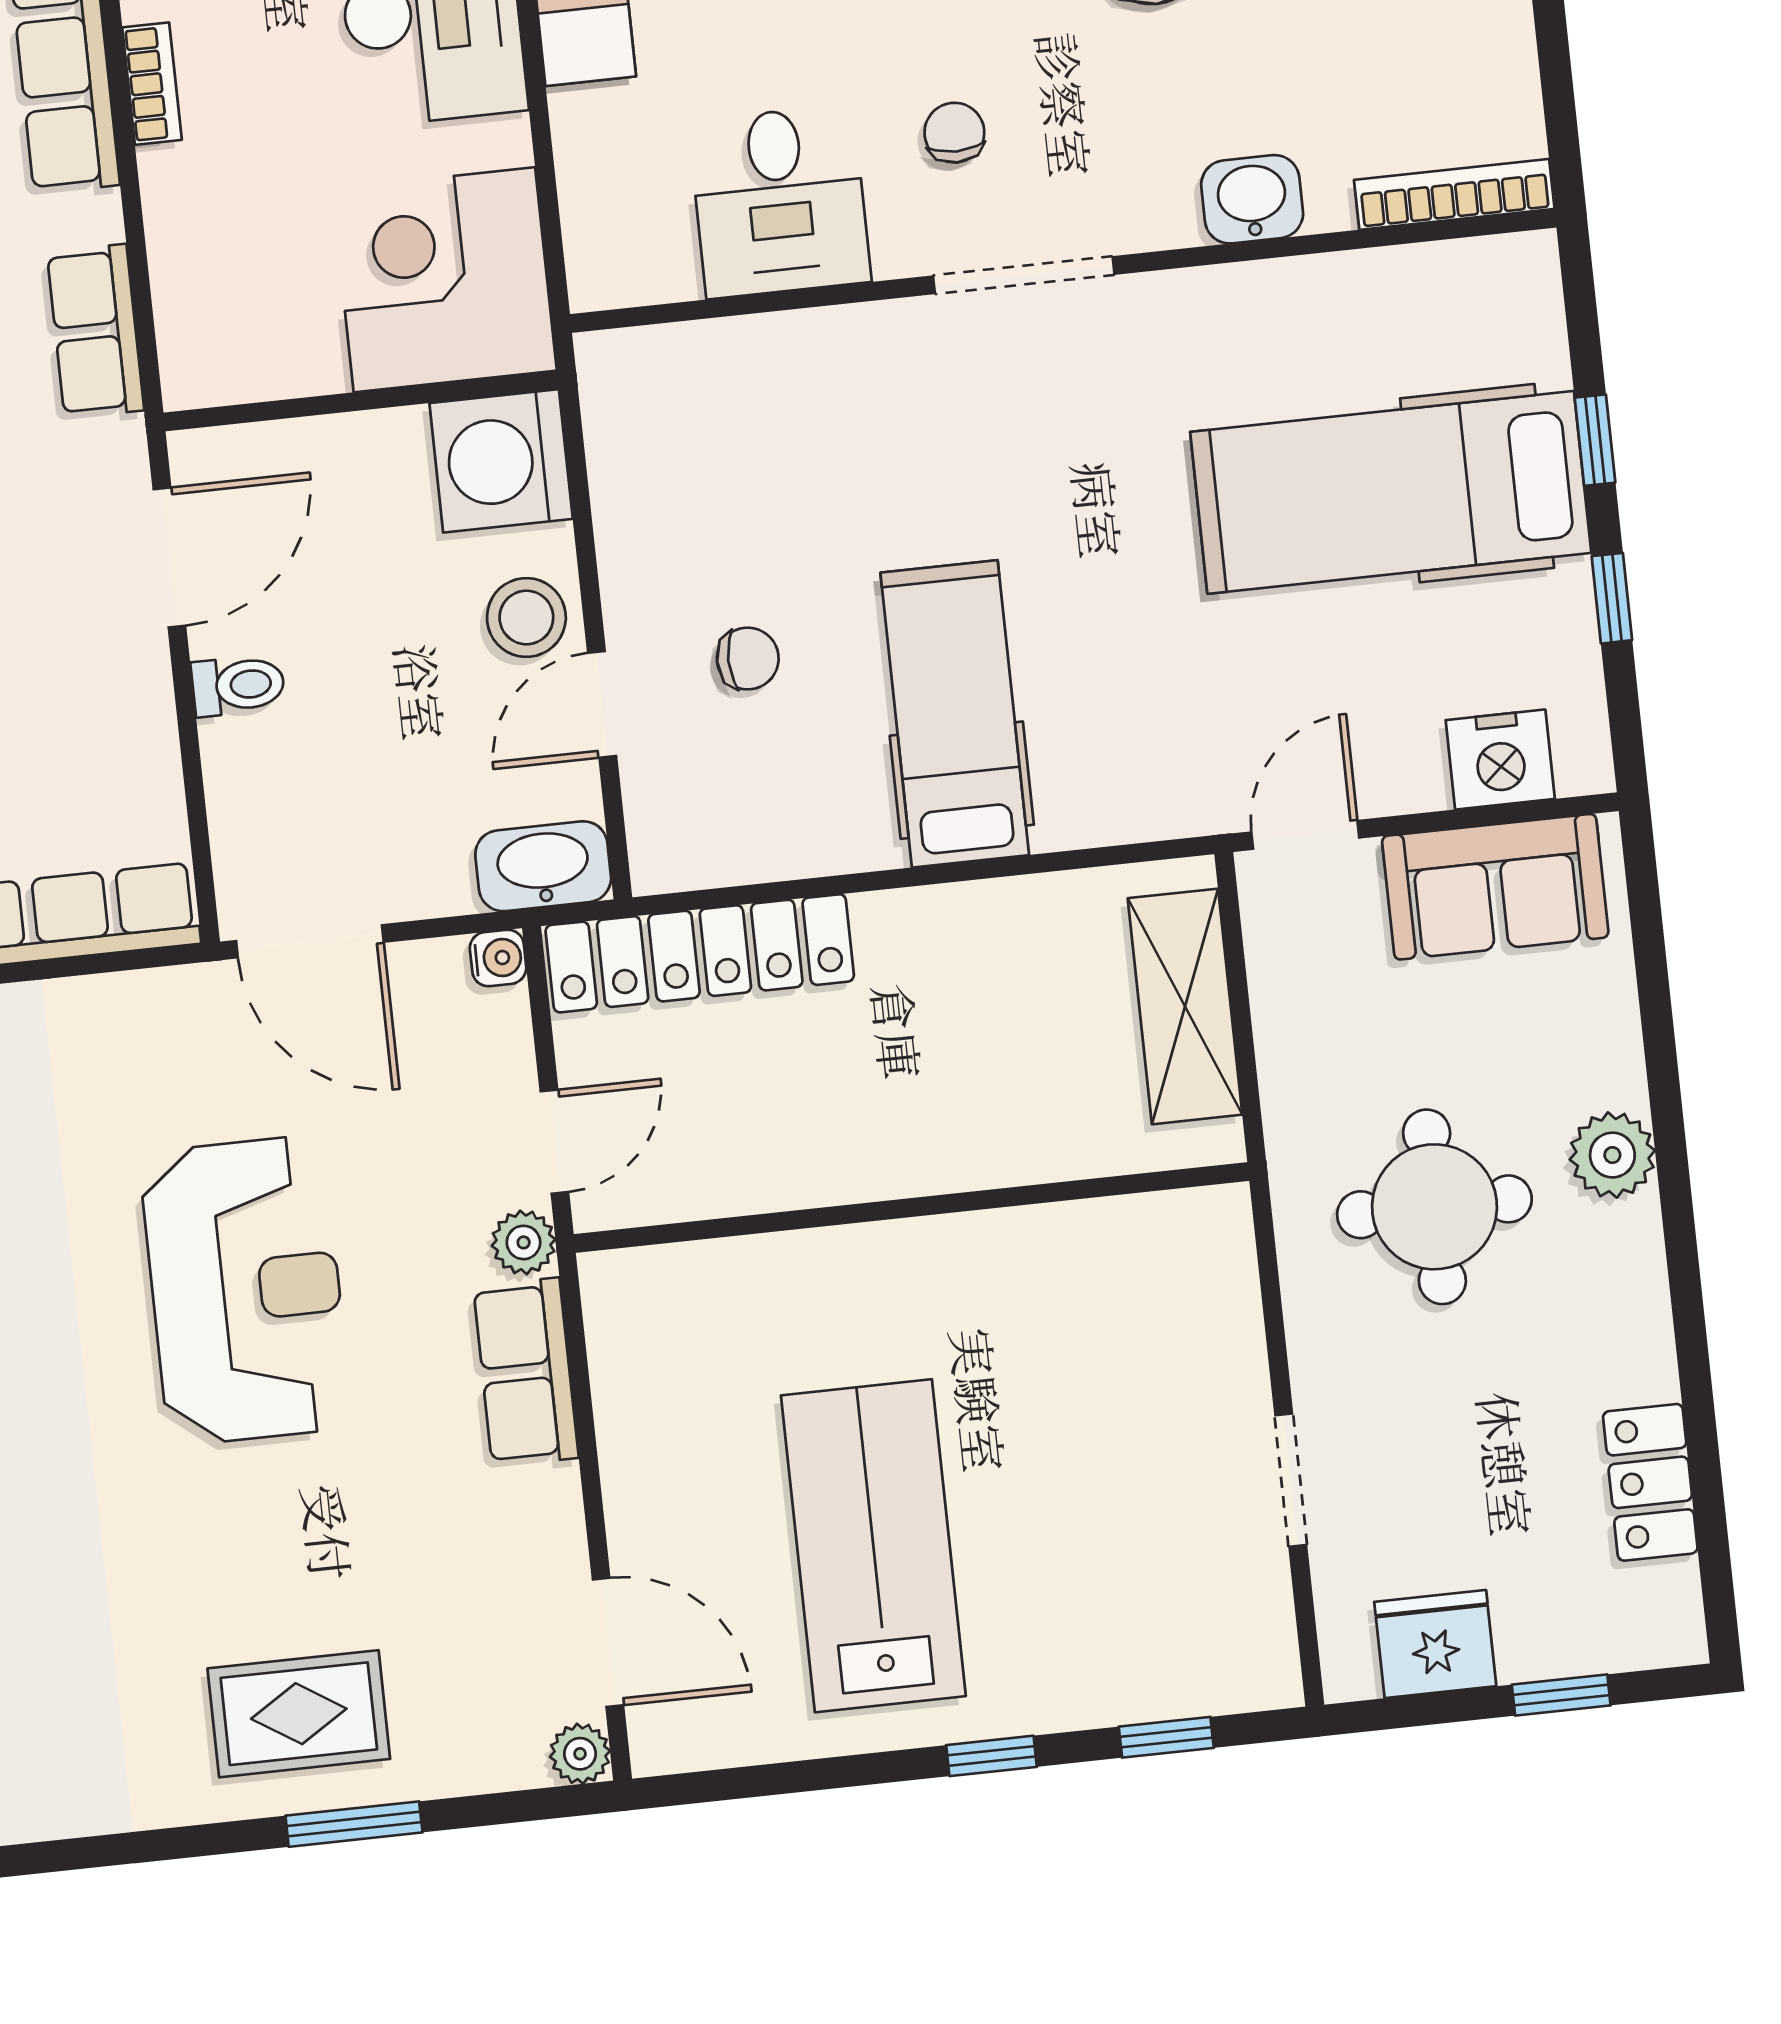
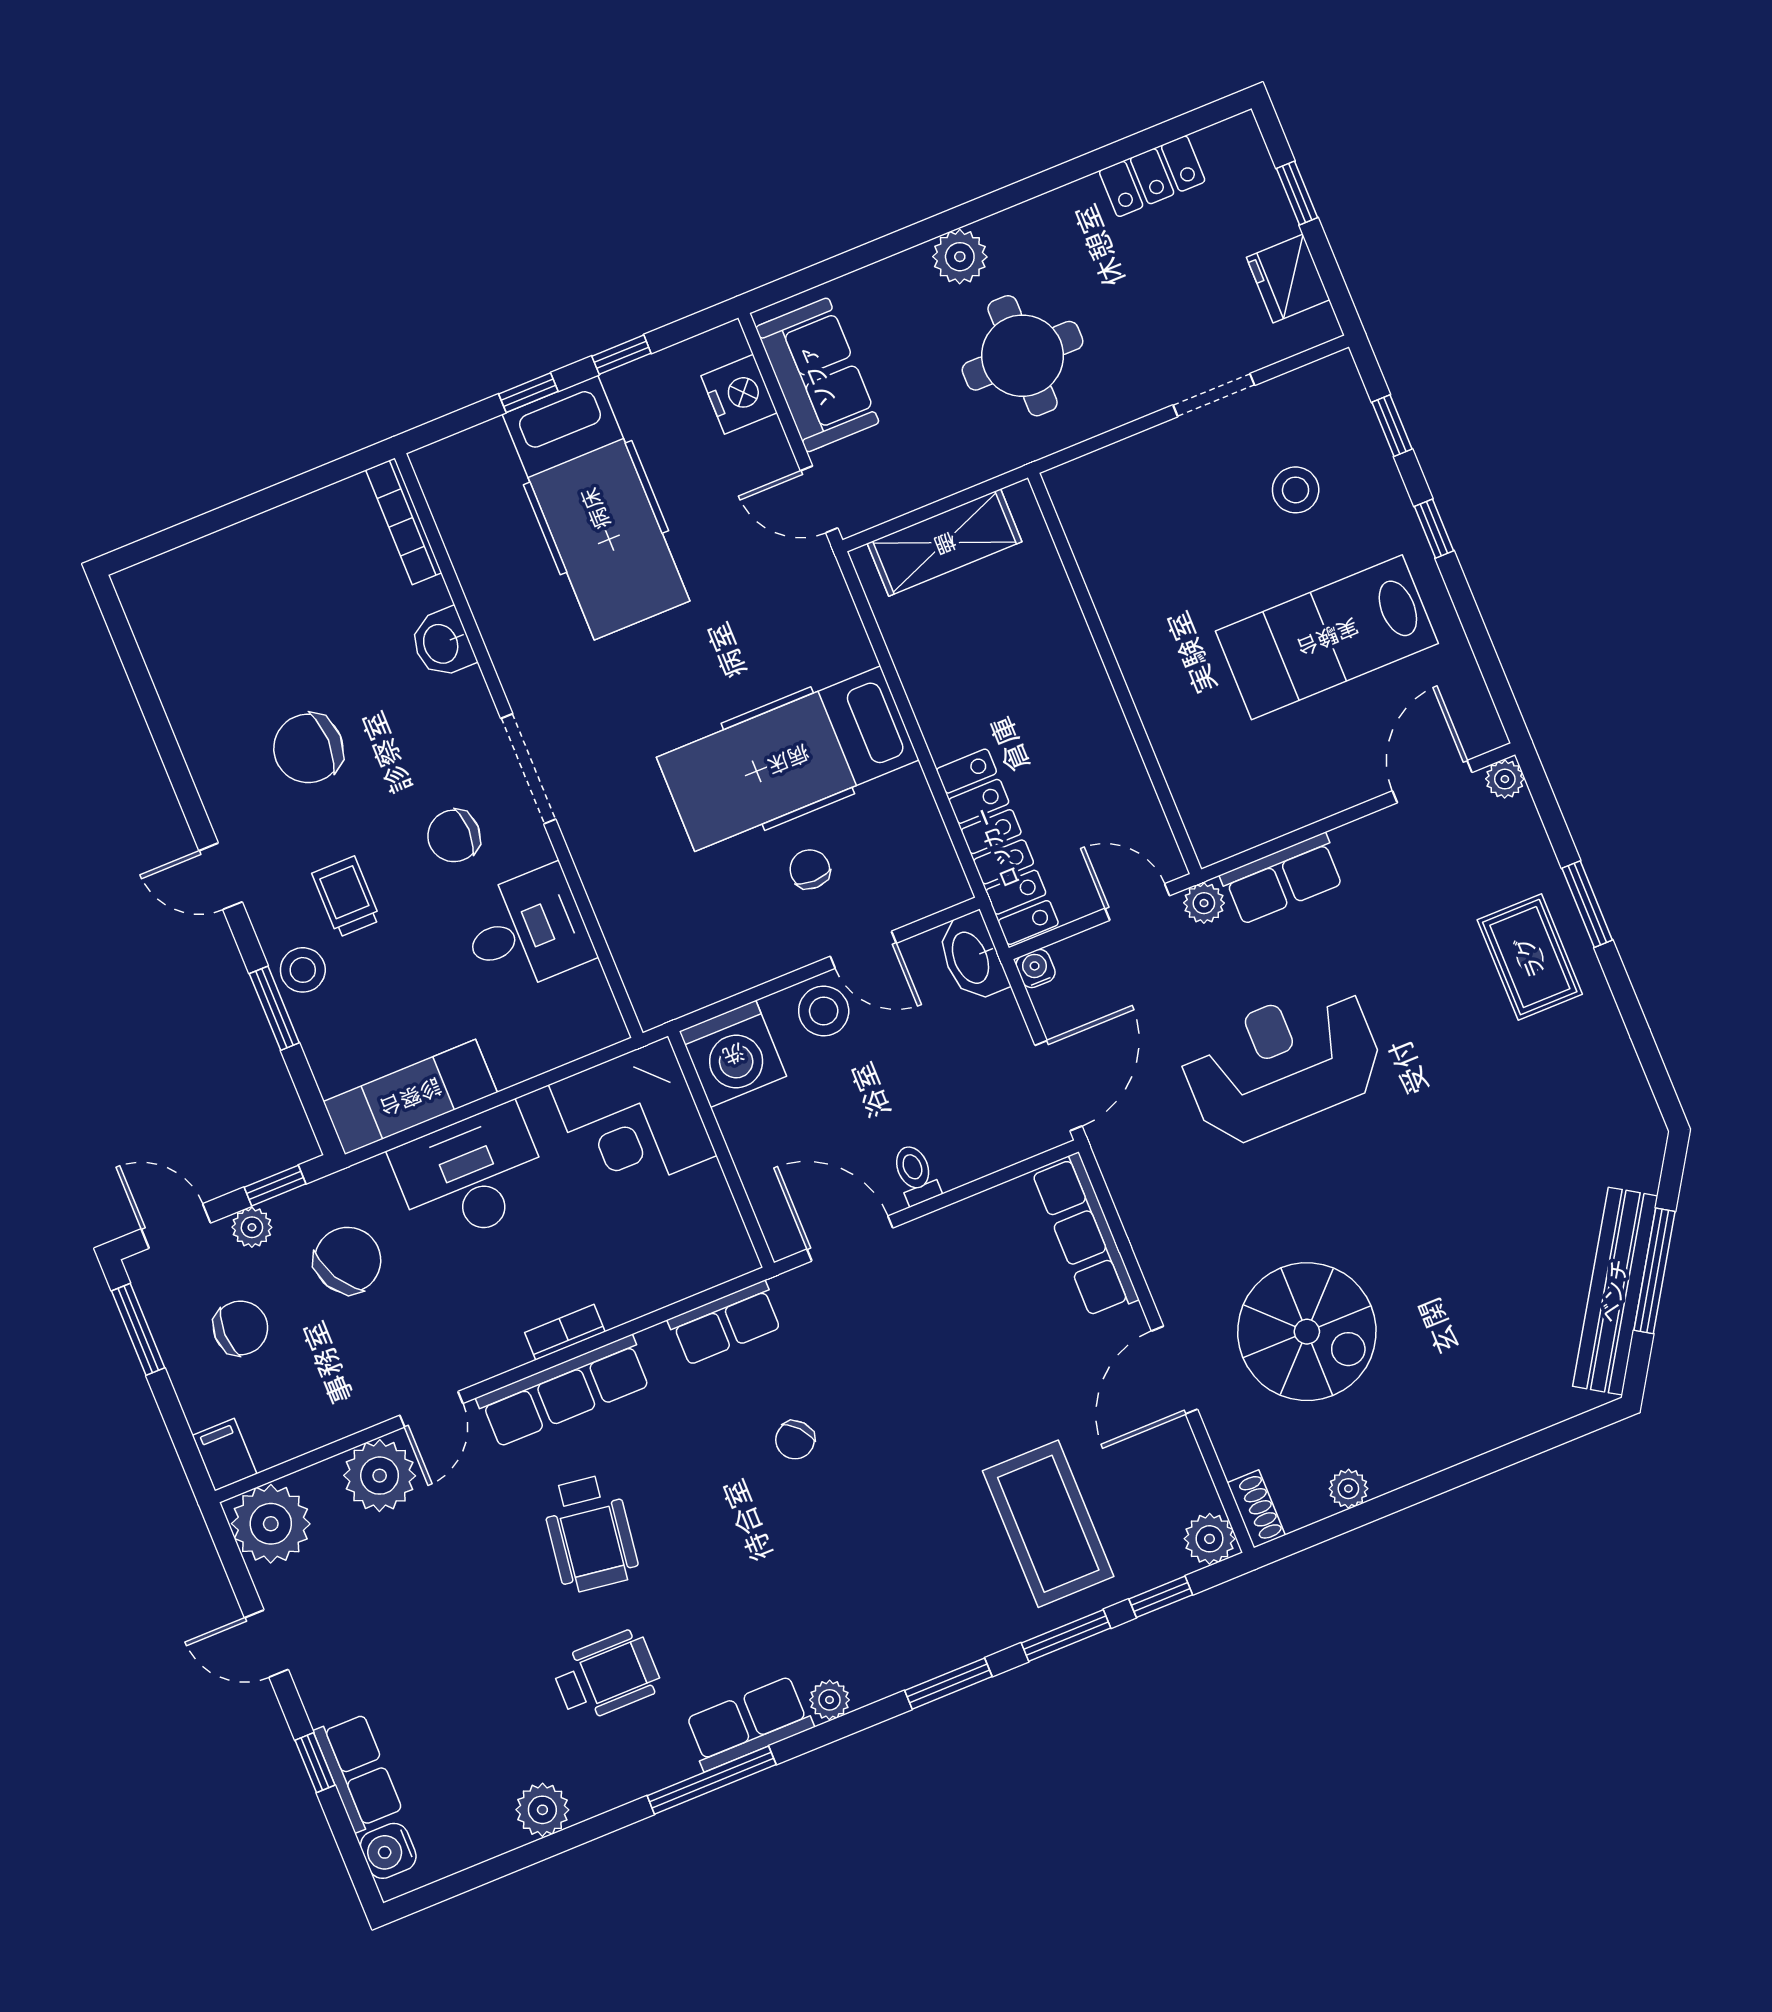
chair: (954, 133) -> (454, 836), width x1.37, depth x1.37
hospital bed: (955, 714) -> (788, 759), width x1.37, depth x1.29
stool: (1111, 1563) -> (1296, 490), added

